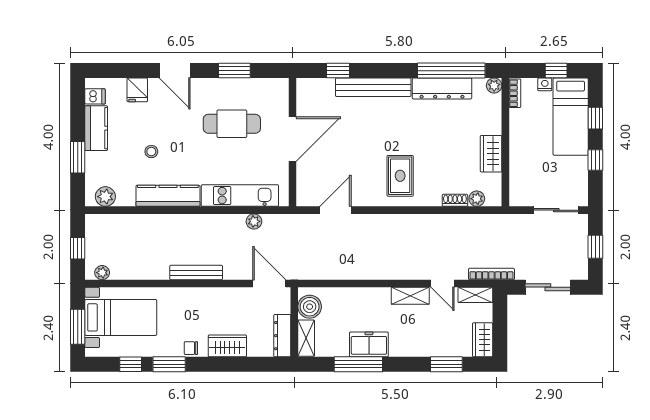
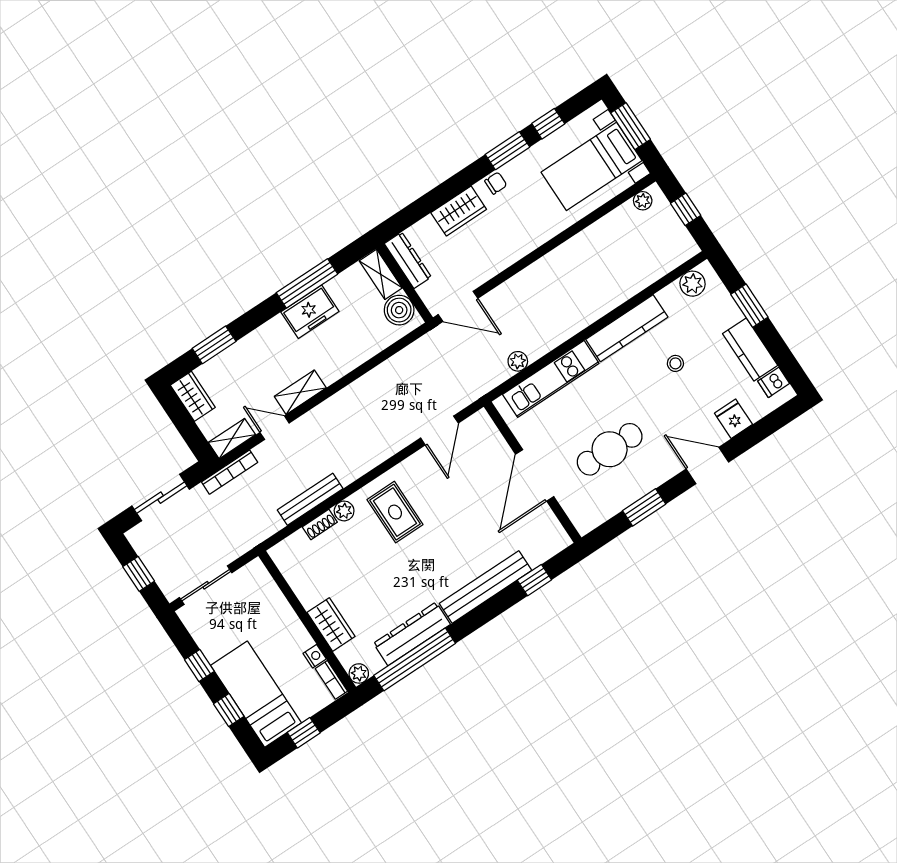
nightstand: (545, 84) -> (315, 656), moved, turned -90
wardrobe: (491, 154) -> (331, 624), moved
plant: (477, 199) -> (344, 511), moved
bench: (196, 273) -> (310, 499), moved

